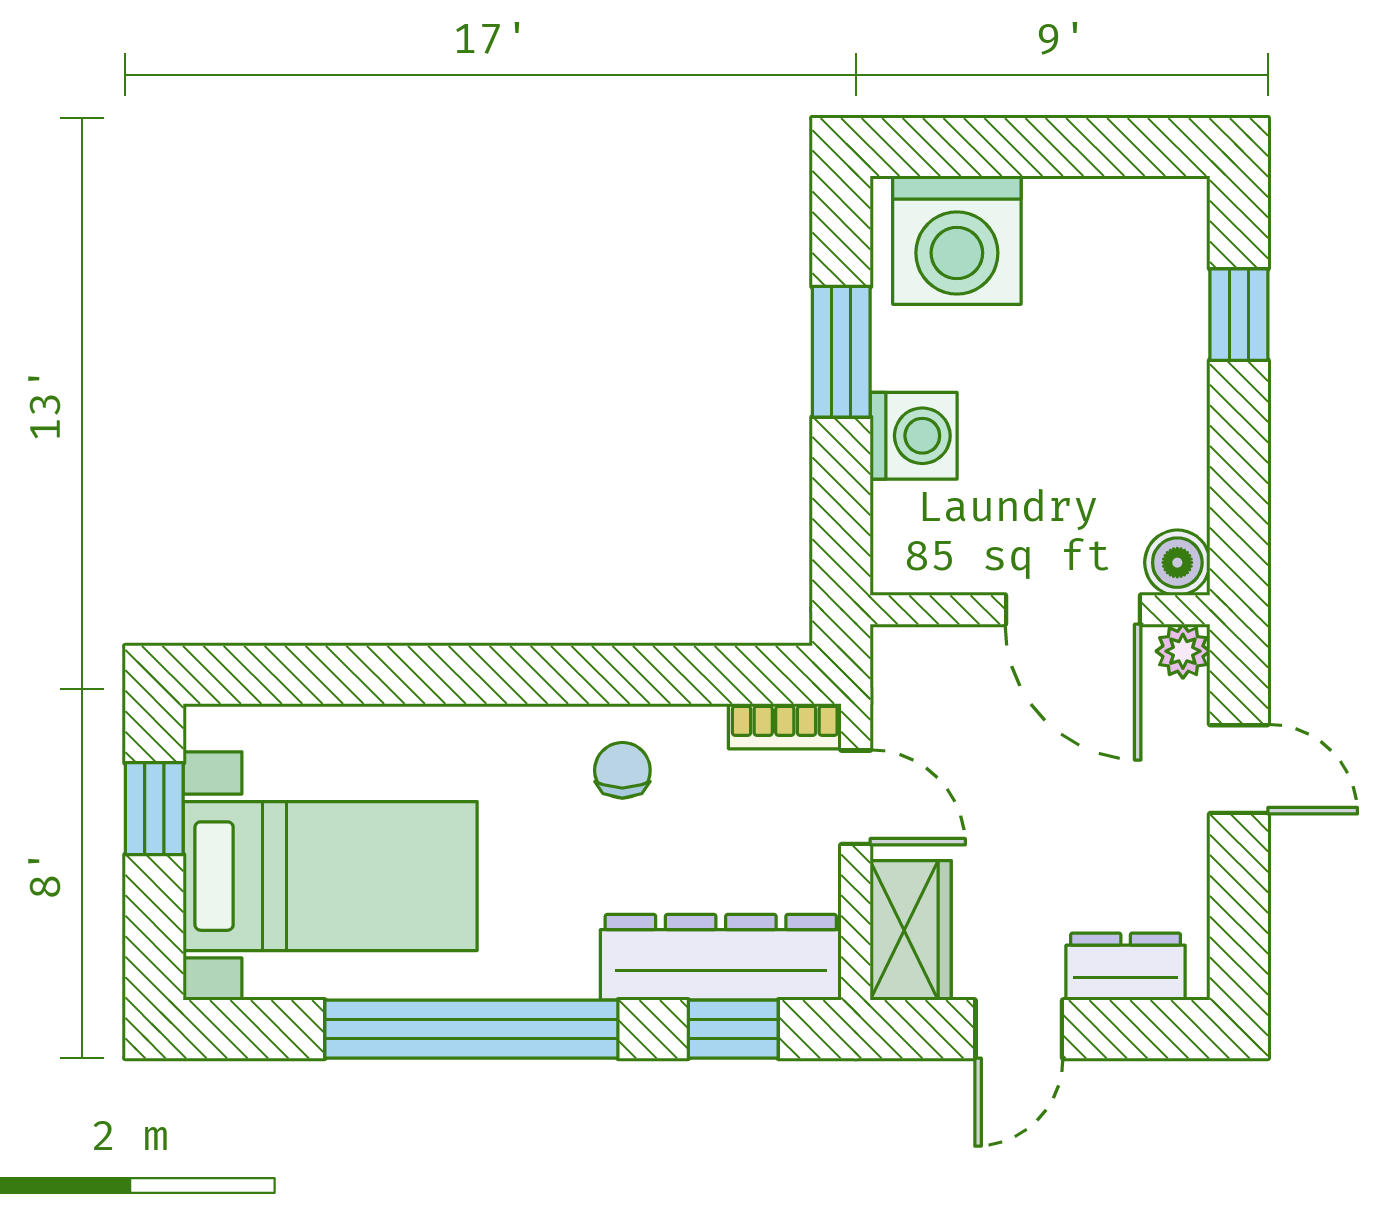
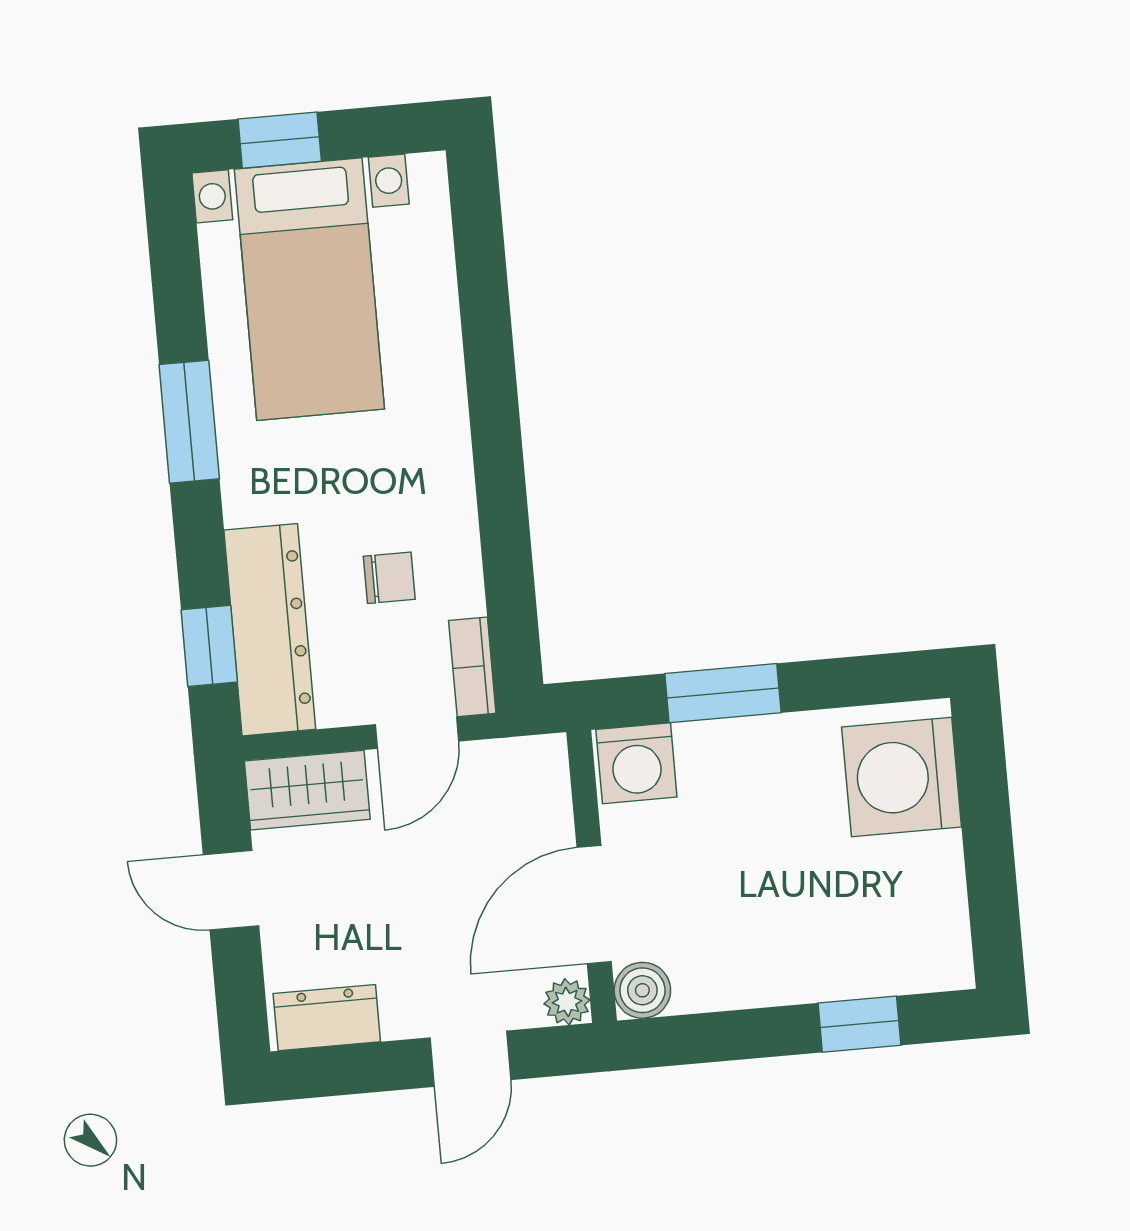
window: (841, 352) -> (723, 693), moved
washing machine: (914, 436) -> (636, 763), moved
chair: (622, 770) -> (389, 578), moved
window: (154, 809) -> (280, 140), moved
dresser: (1126, 967) -> (327, 1018), moved, turned -90
window: (471, 1029) -> (189, 422), width x0.47

